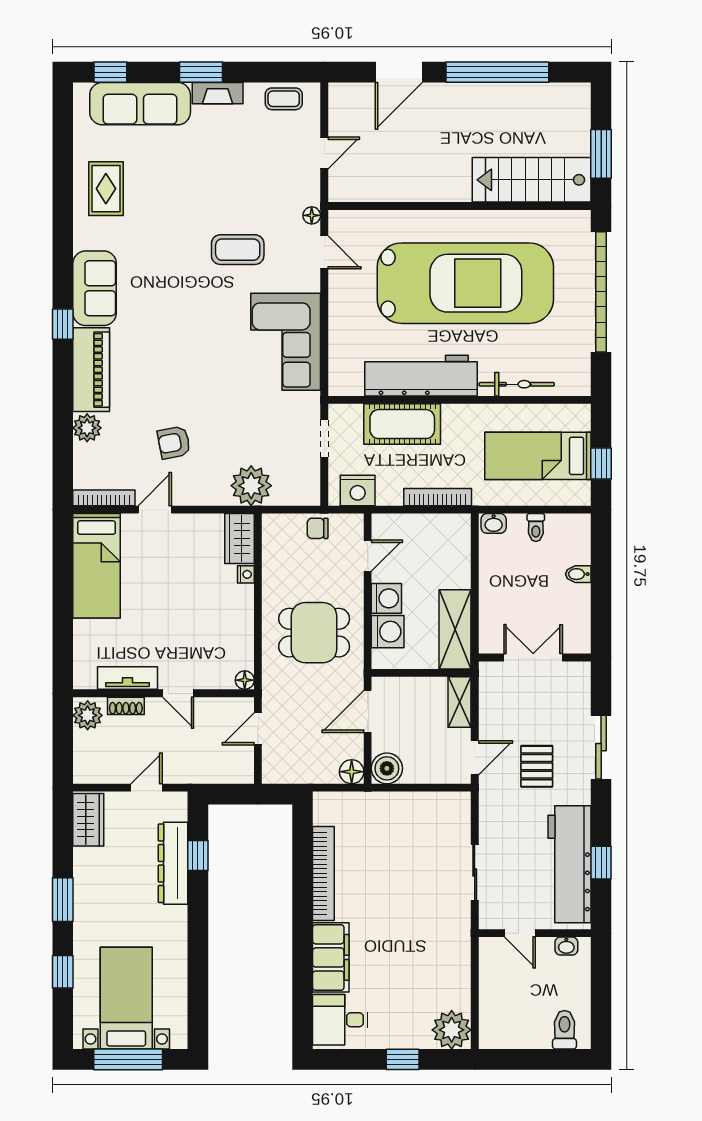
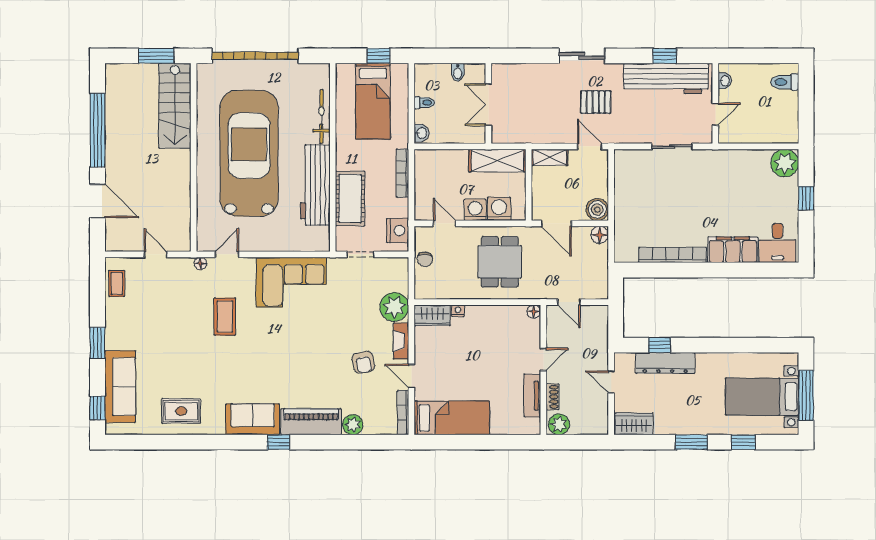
fireplace: (218, 93) -> (401, 341), moved, turned 180
double door: (533, 658) -> (488, 105), moved
wall: (535, 658) -> (488, 103), moved

